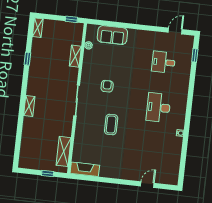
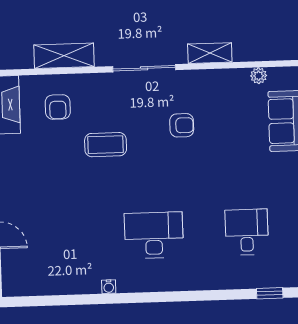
shelving: (75, 56) -> (210, 53), moved
armchair: (89, 145) -> (58, 107), added
shelving: (64, 151) -> (64, 56), moved

